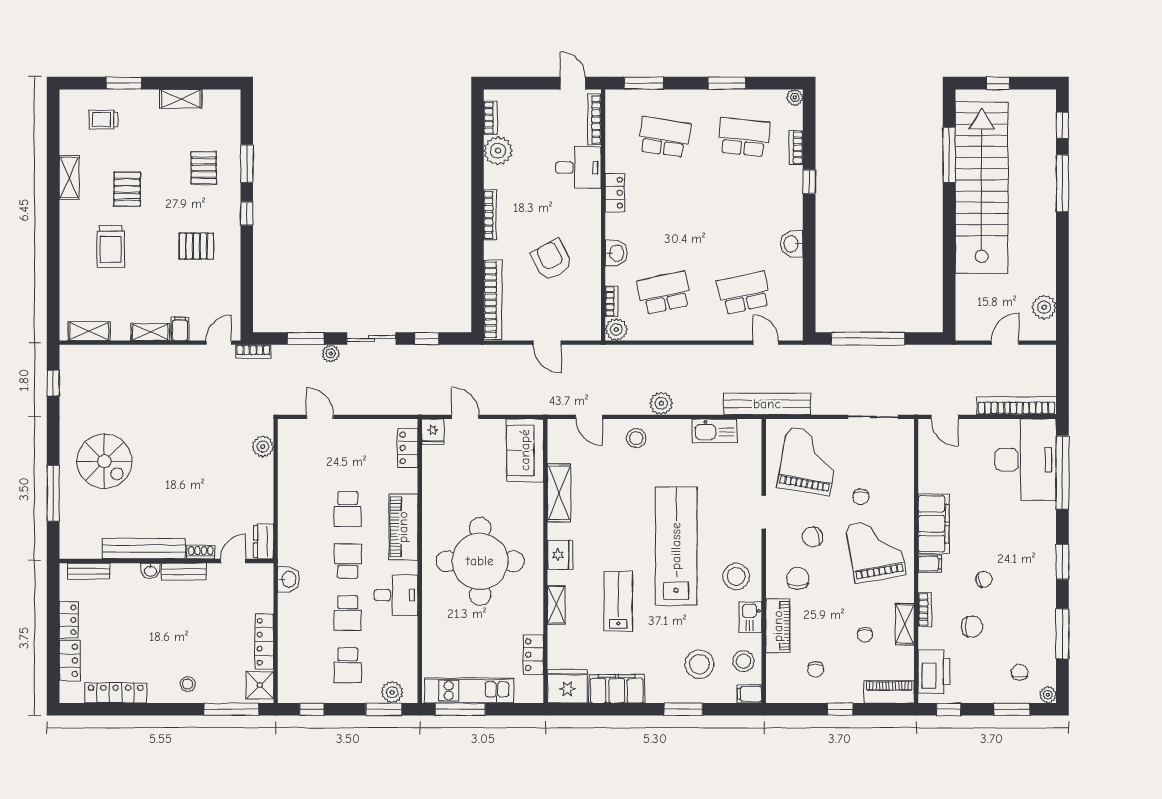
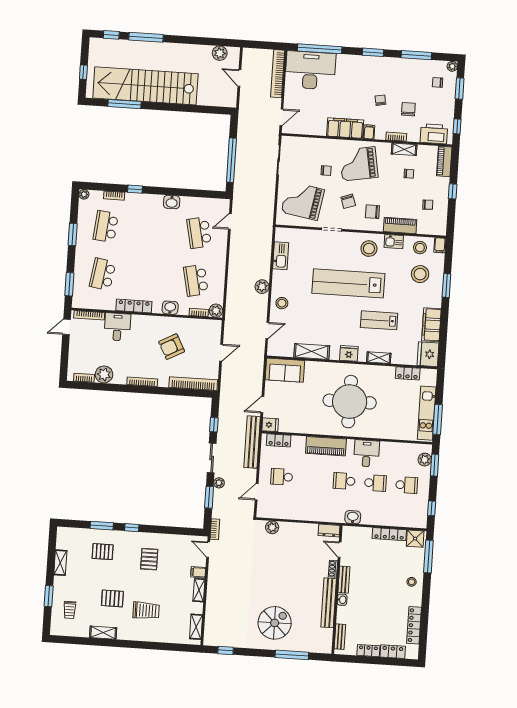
locker: (615, 193) -> (134, 306), width x1.53
bench: (767, 404) -> (252, 442), moved
school desk: (348, 509) -> (282, 477), moved, turned 180

